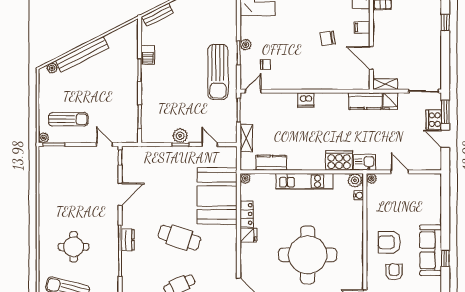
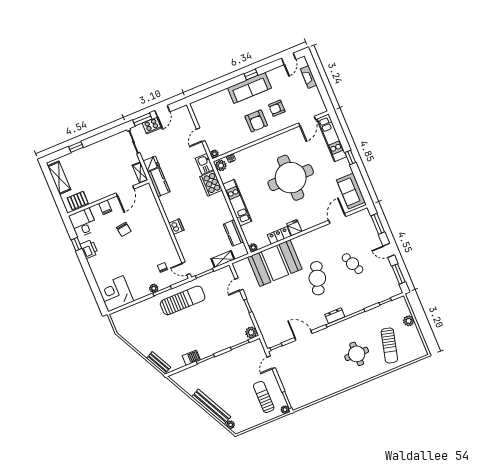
plant: (180, 136) -> (251, 332), moved

